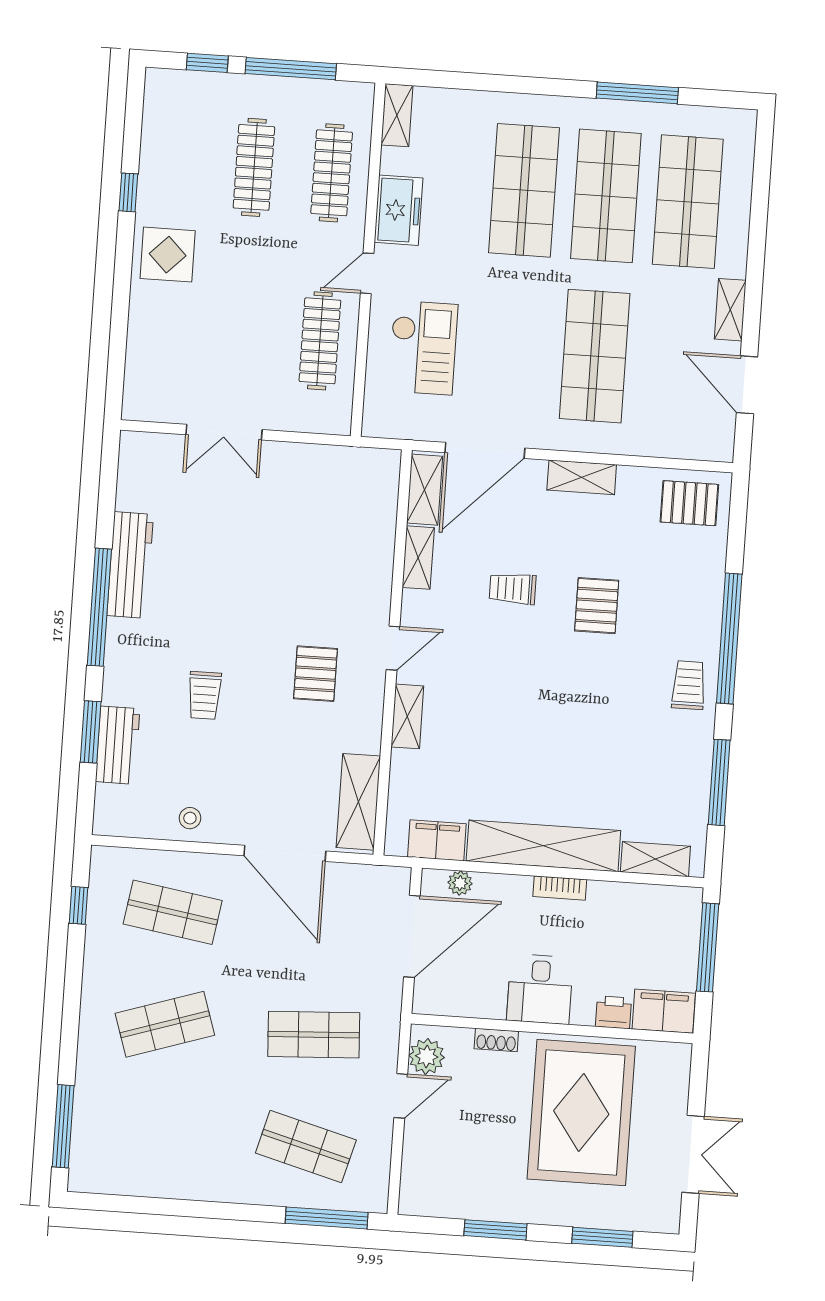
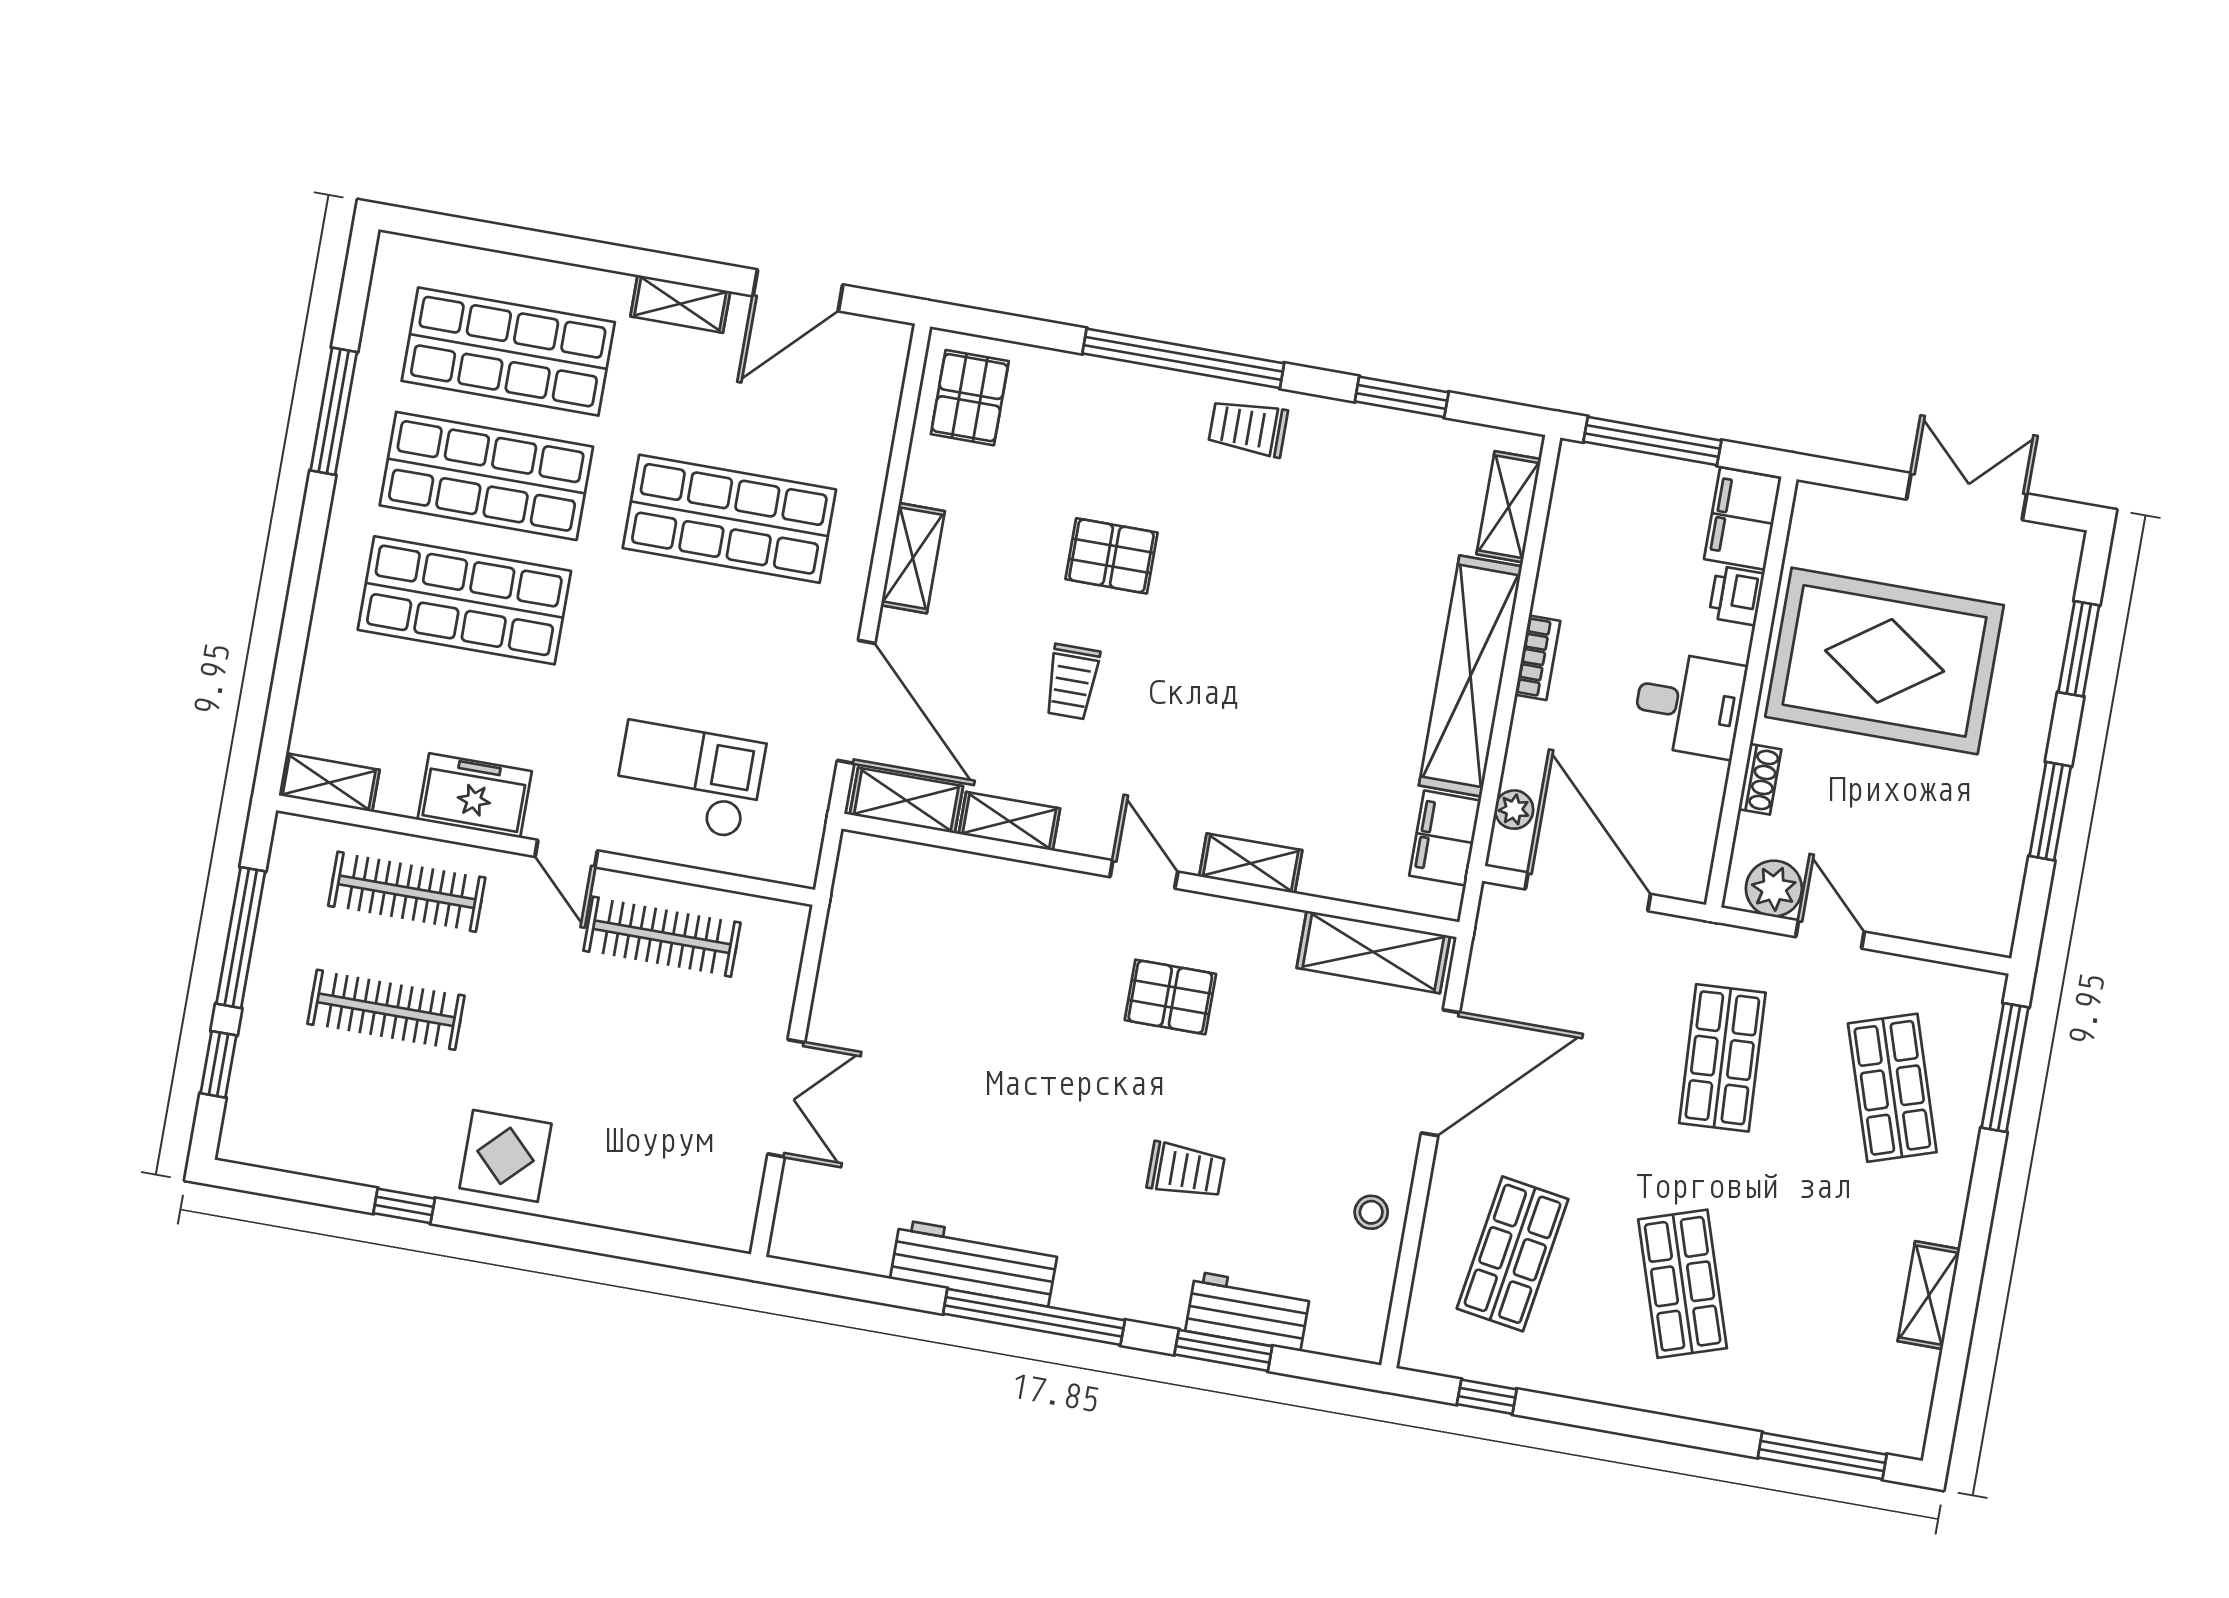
window: (719, 782) -> (1402, 397), width x0.69
shop shelf: (306, 1147) -> (1892, 1088), turned -33
shelving: (174, 1184) -> (1929, 1295), added

